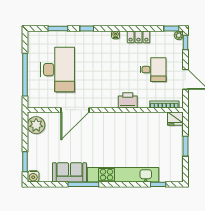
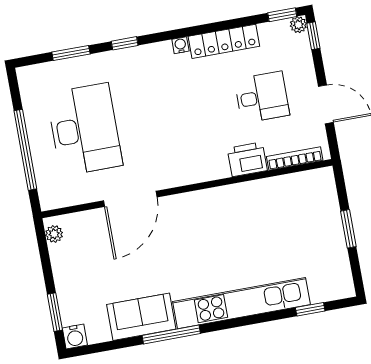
locker: (138, 37) -> (224, 41), width x1.53
printer: (128, 100) -> (247, 159), moved
fridge: (175, 119) -> (320, 181), removed
plant: (36, 125) -> (54, 234), width x0.53, depth x0.53

